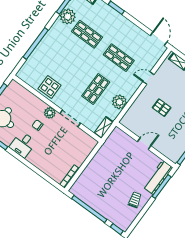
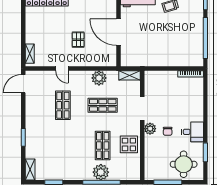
plant: (68, 16) -> (101, 172), moved
shop shelf: (87, 34) -> (103, 146), moved
door: (144, 144) -> (118, 32), width x1.87

